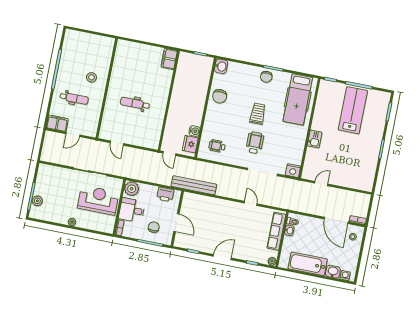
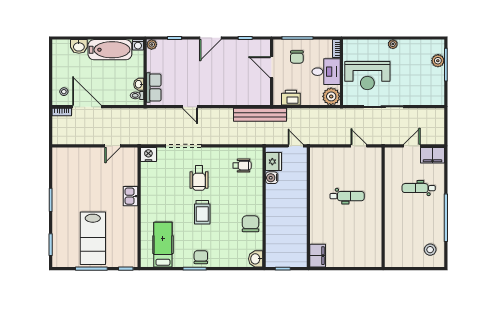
stool: (91, 77) -> (430, 250), moved
hospital bed: (298, 99) -> (163, 245), width x0.73, depth x0.78
row of seats: (276, 231) -> (154, 88), width x0.68
washing machine: (345, 276) -> (138, 45), moved

